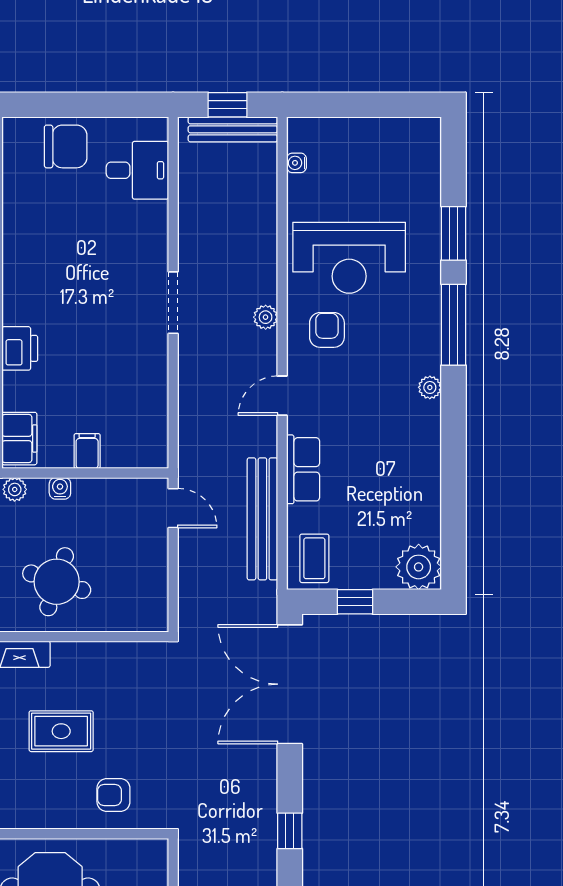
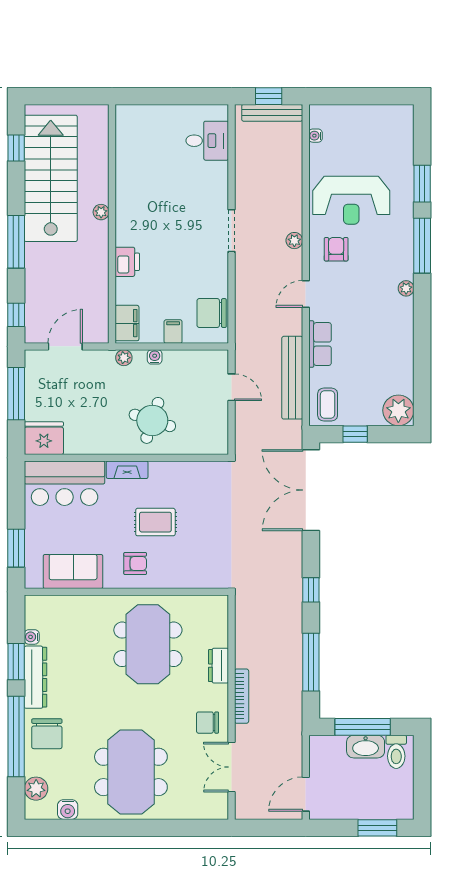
chair: (66, 146) -> (212, 313), moved, turned 180
door: (173, 508) -> (232, 387), moved
armchair: (113, 795) -> (135, 563), moved, turned 180

